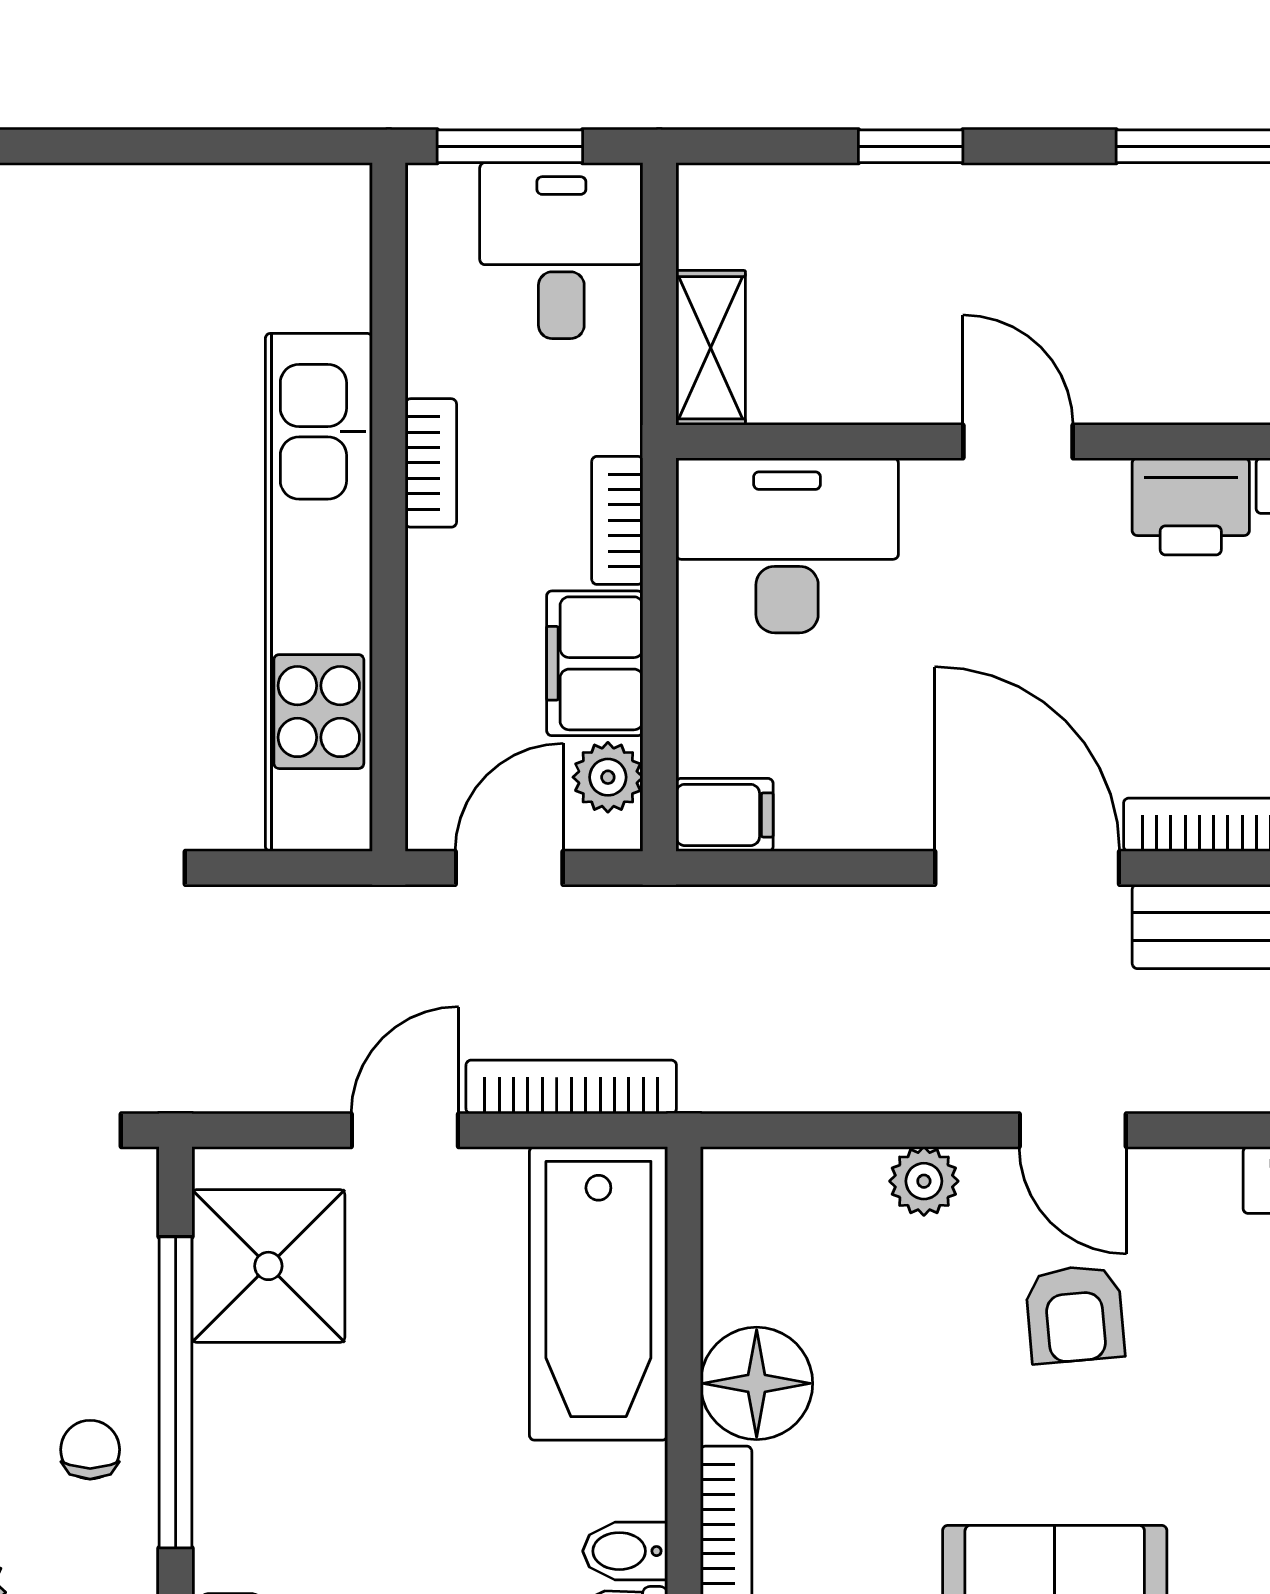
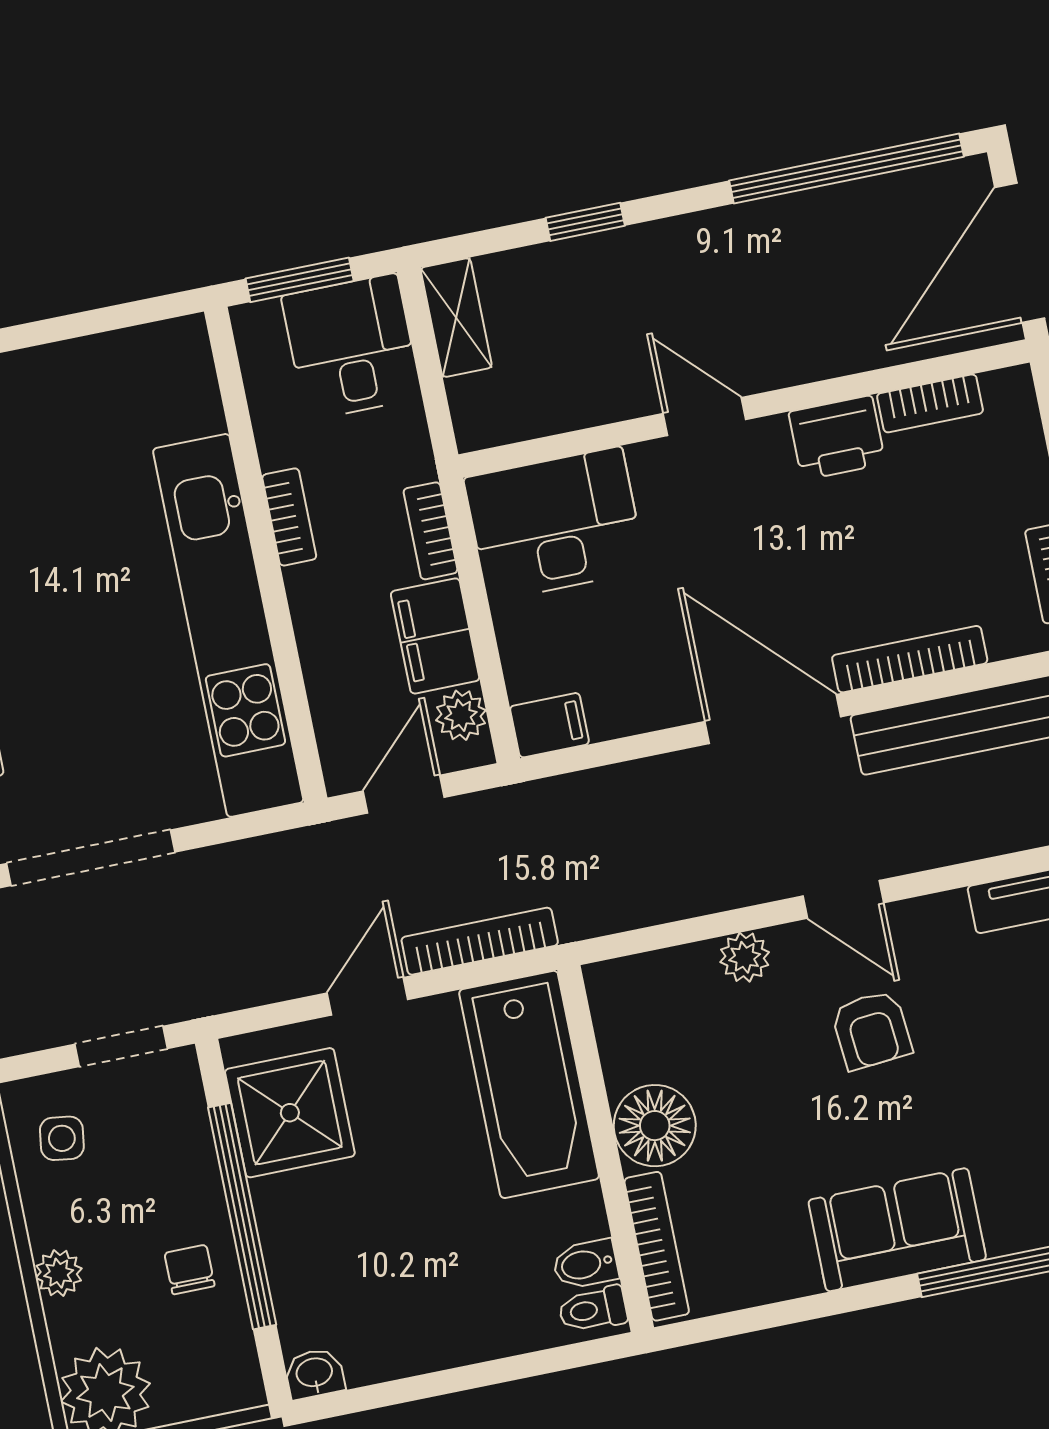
shelving: (711, 348) -> (456, 318), moved

